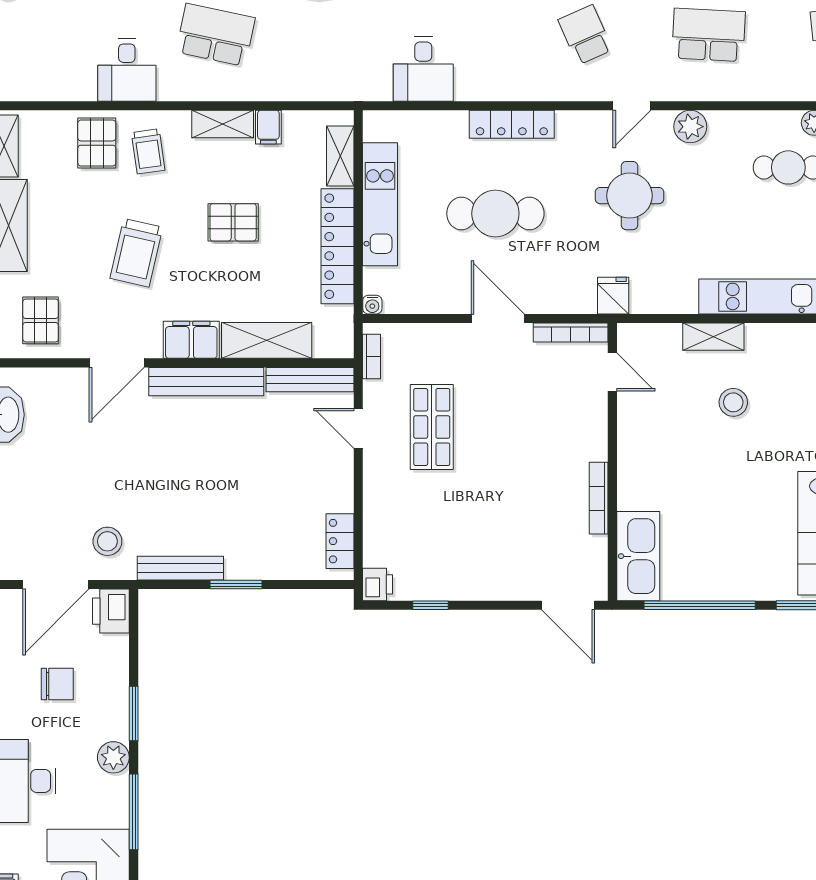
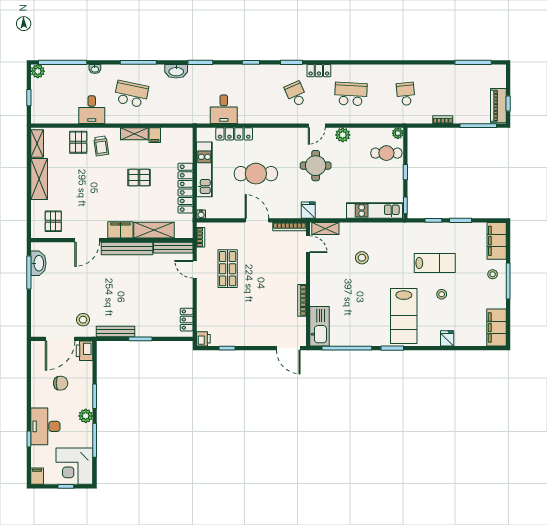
locker: (512, 124) -> (234, 134), moved
shelving: (340, 156) -> (187, 148), removed
trolley: (136, 253) -> (96, 191), removed
shelving: (713, 337) -> (325, 228), moved

